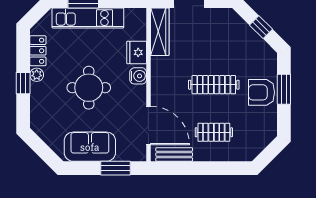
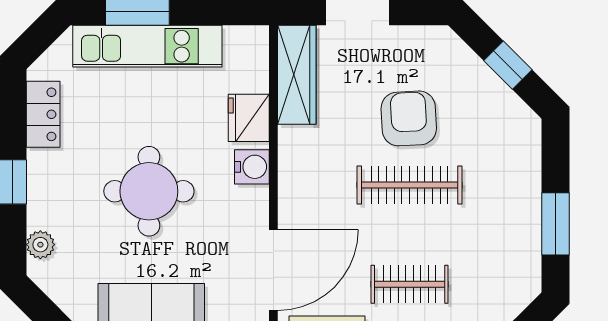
plant: (37, 75) -> (40, 245), moved
window: (284, 89) -> (556, 224), moved
armchair: (261, 92) -> (409, 118), moved, turned 87
door: (148, 125) -> (273, 270), hinge flipped

